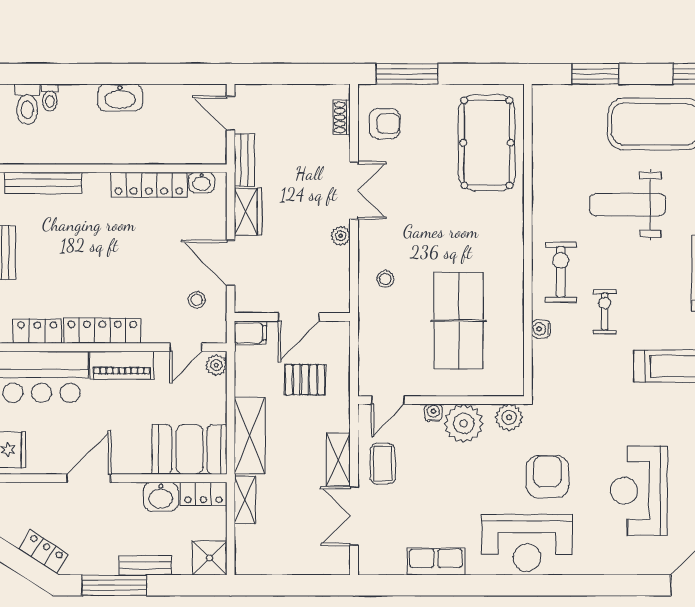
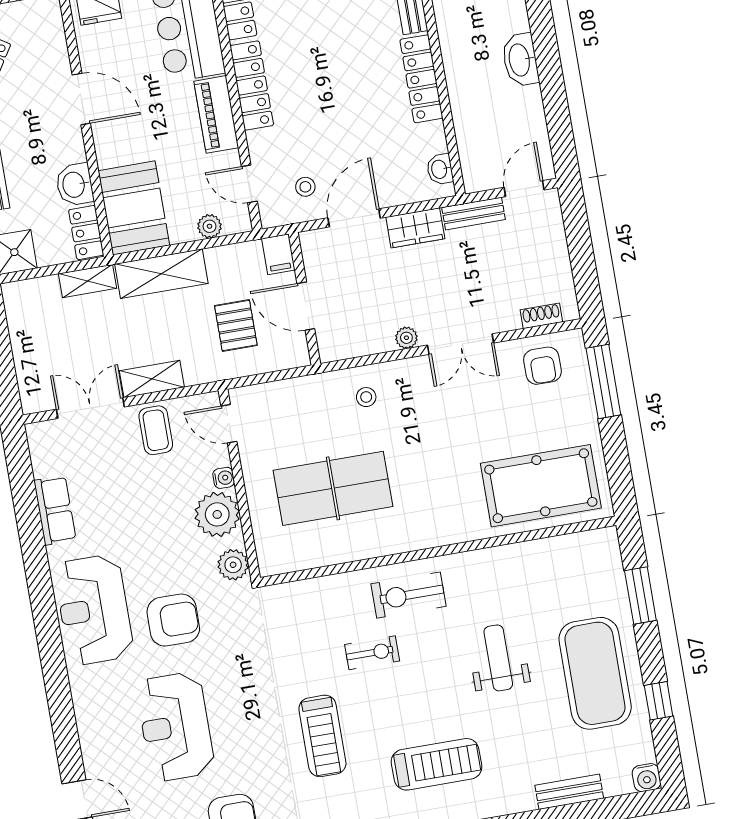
locker: (149, 185) -> (421, 79), moved
weight bench: (628, 205) -> (498, 658), width x0.73, depth x0.75
exercise bike: (561, 272) -> (408, 595), turned 180
water cooler: (541, 329) -> (340, 584), removed
plant: (216, 365) -> (210, 226), moved
coffee table: (383, 464) -> (156, 430), turned 90
reception desk: (639, 491) -> (175, 727), turned -90

